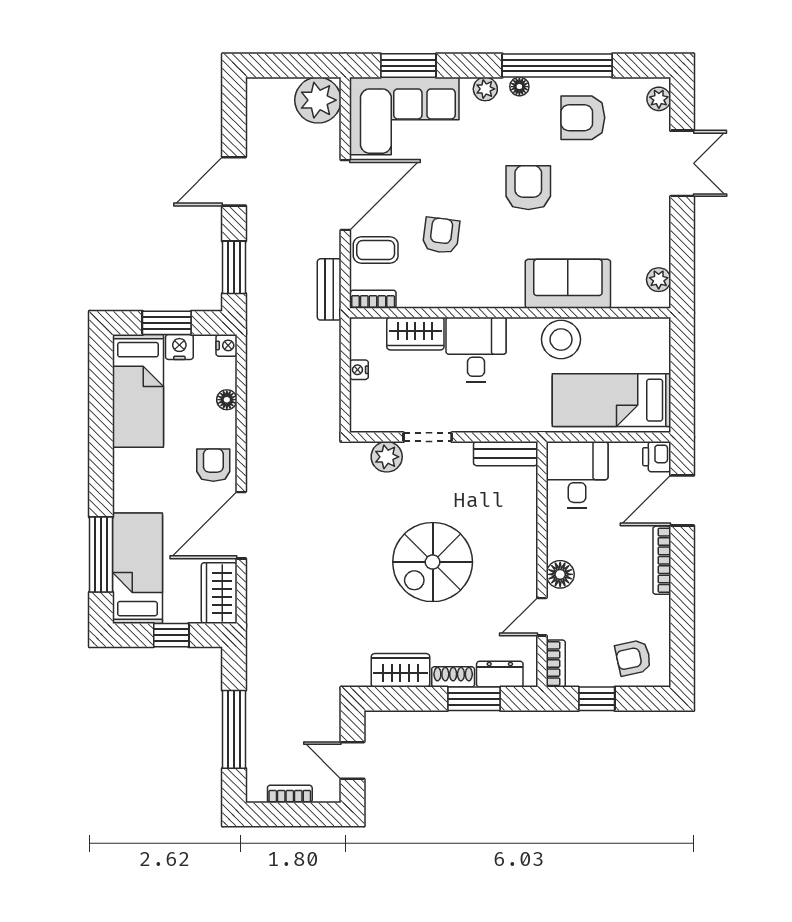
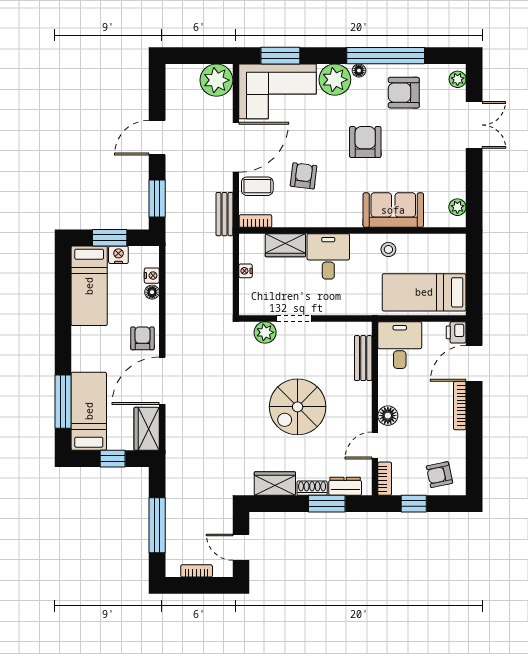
plant: (485, 89) -> (335, 80), width x1.87, depth x1.87
stool: (561, 339) -> (388, 249), width x0.53, depth x0.53
nightstand: (227, 345) -> (152, 276), moved
bench: (506, 454) -> (363, 358), moved, turned 90

